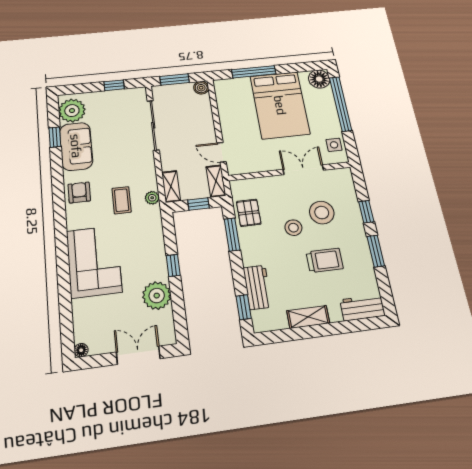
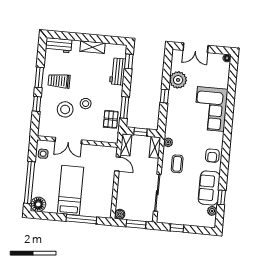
bed: (280, 105) -> (70, 190), width x0.67
plant: (72, 111) -> (212, 211), width x0.53, depth x0.53
coffee table: (122, 200) -> (177, 164), moved
trolley: (325, 260) -> (59, 81), moved

